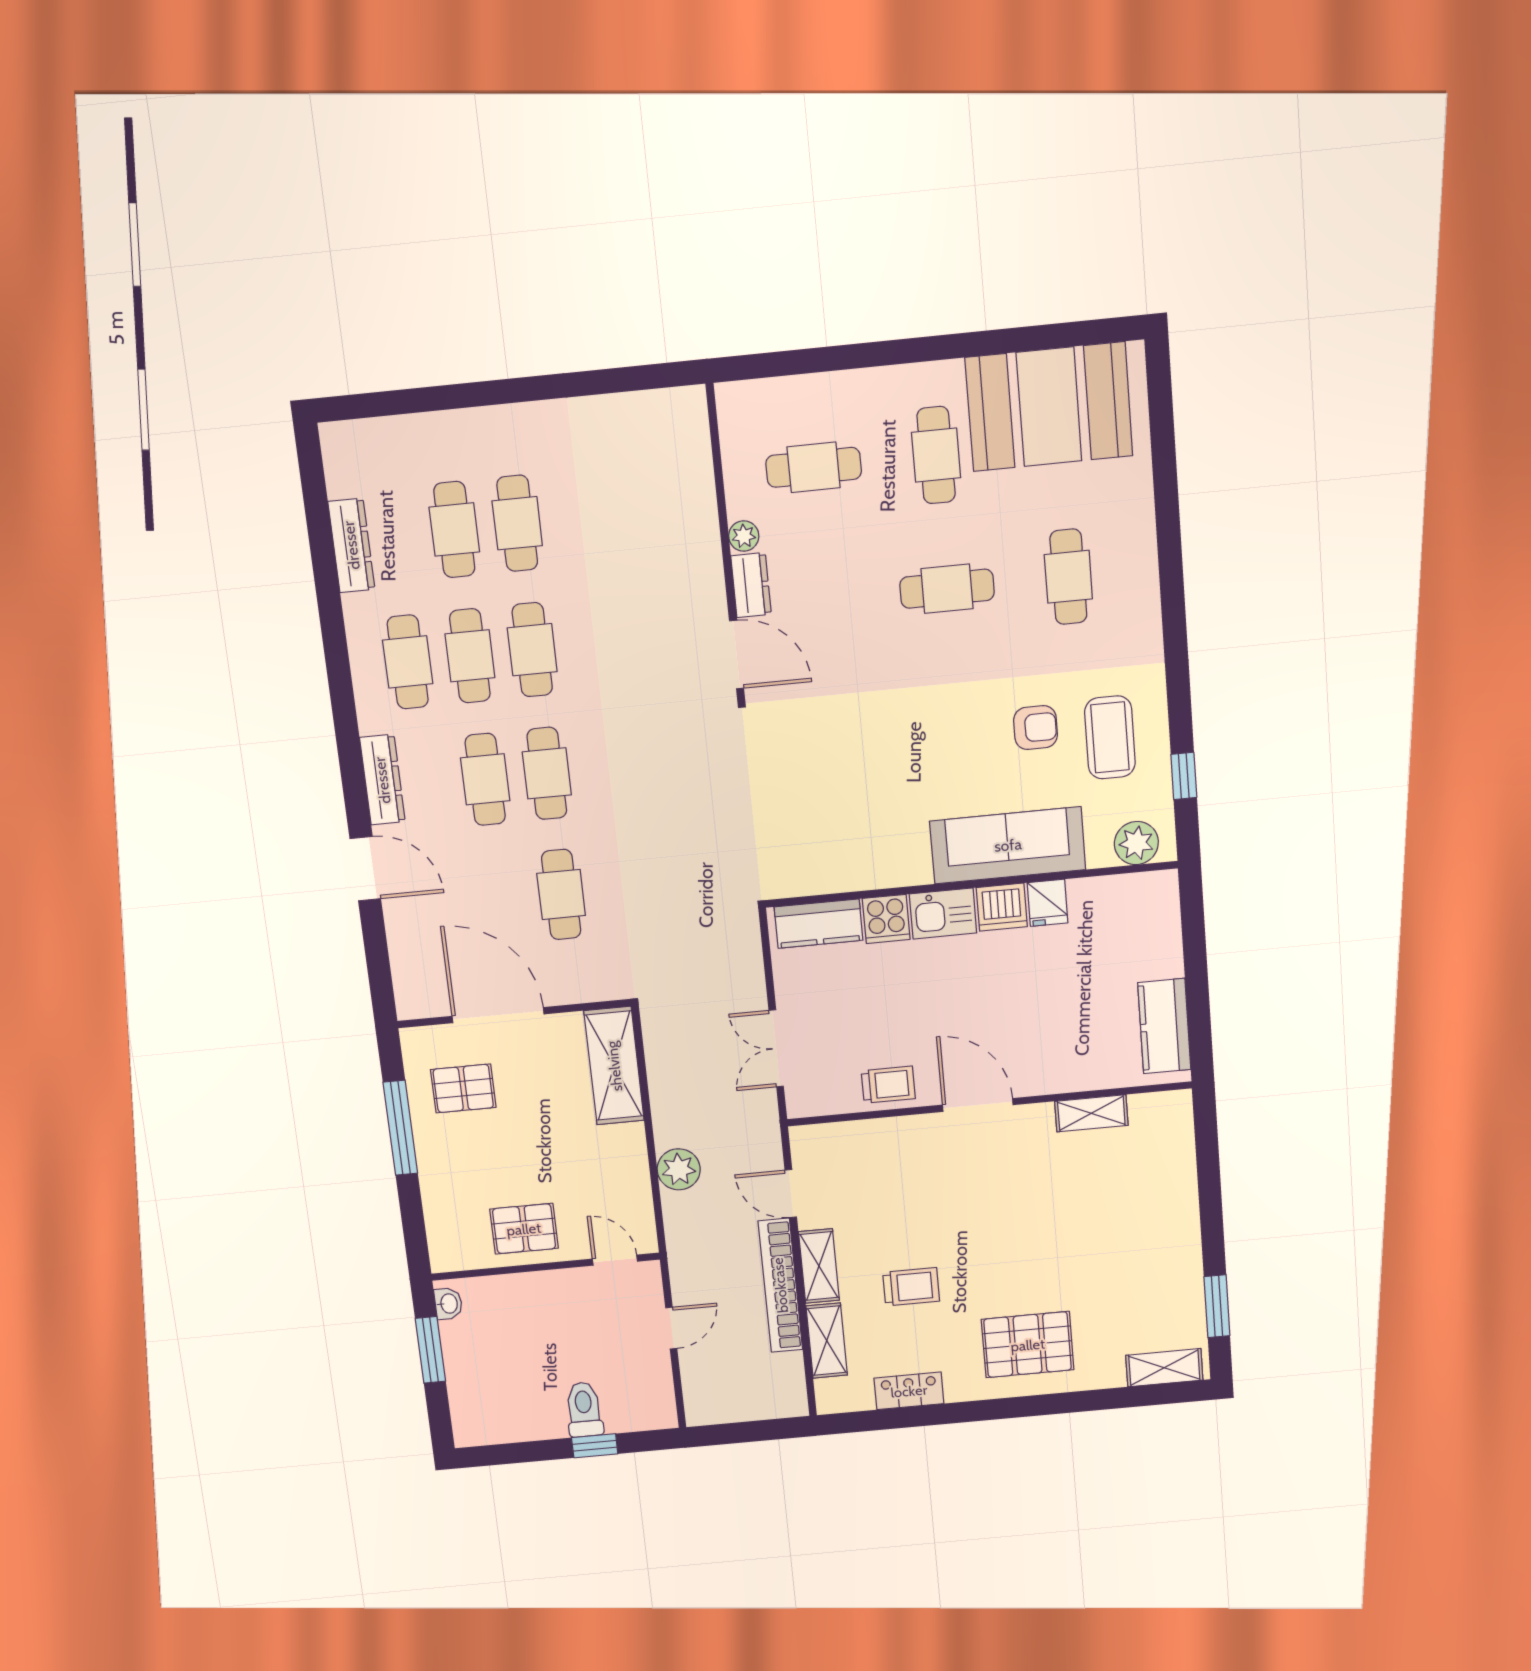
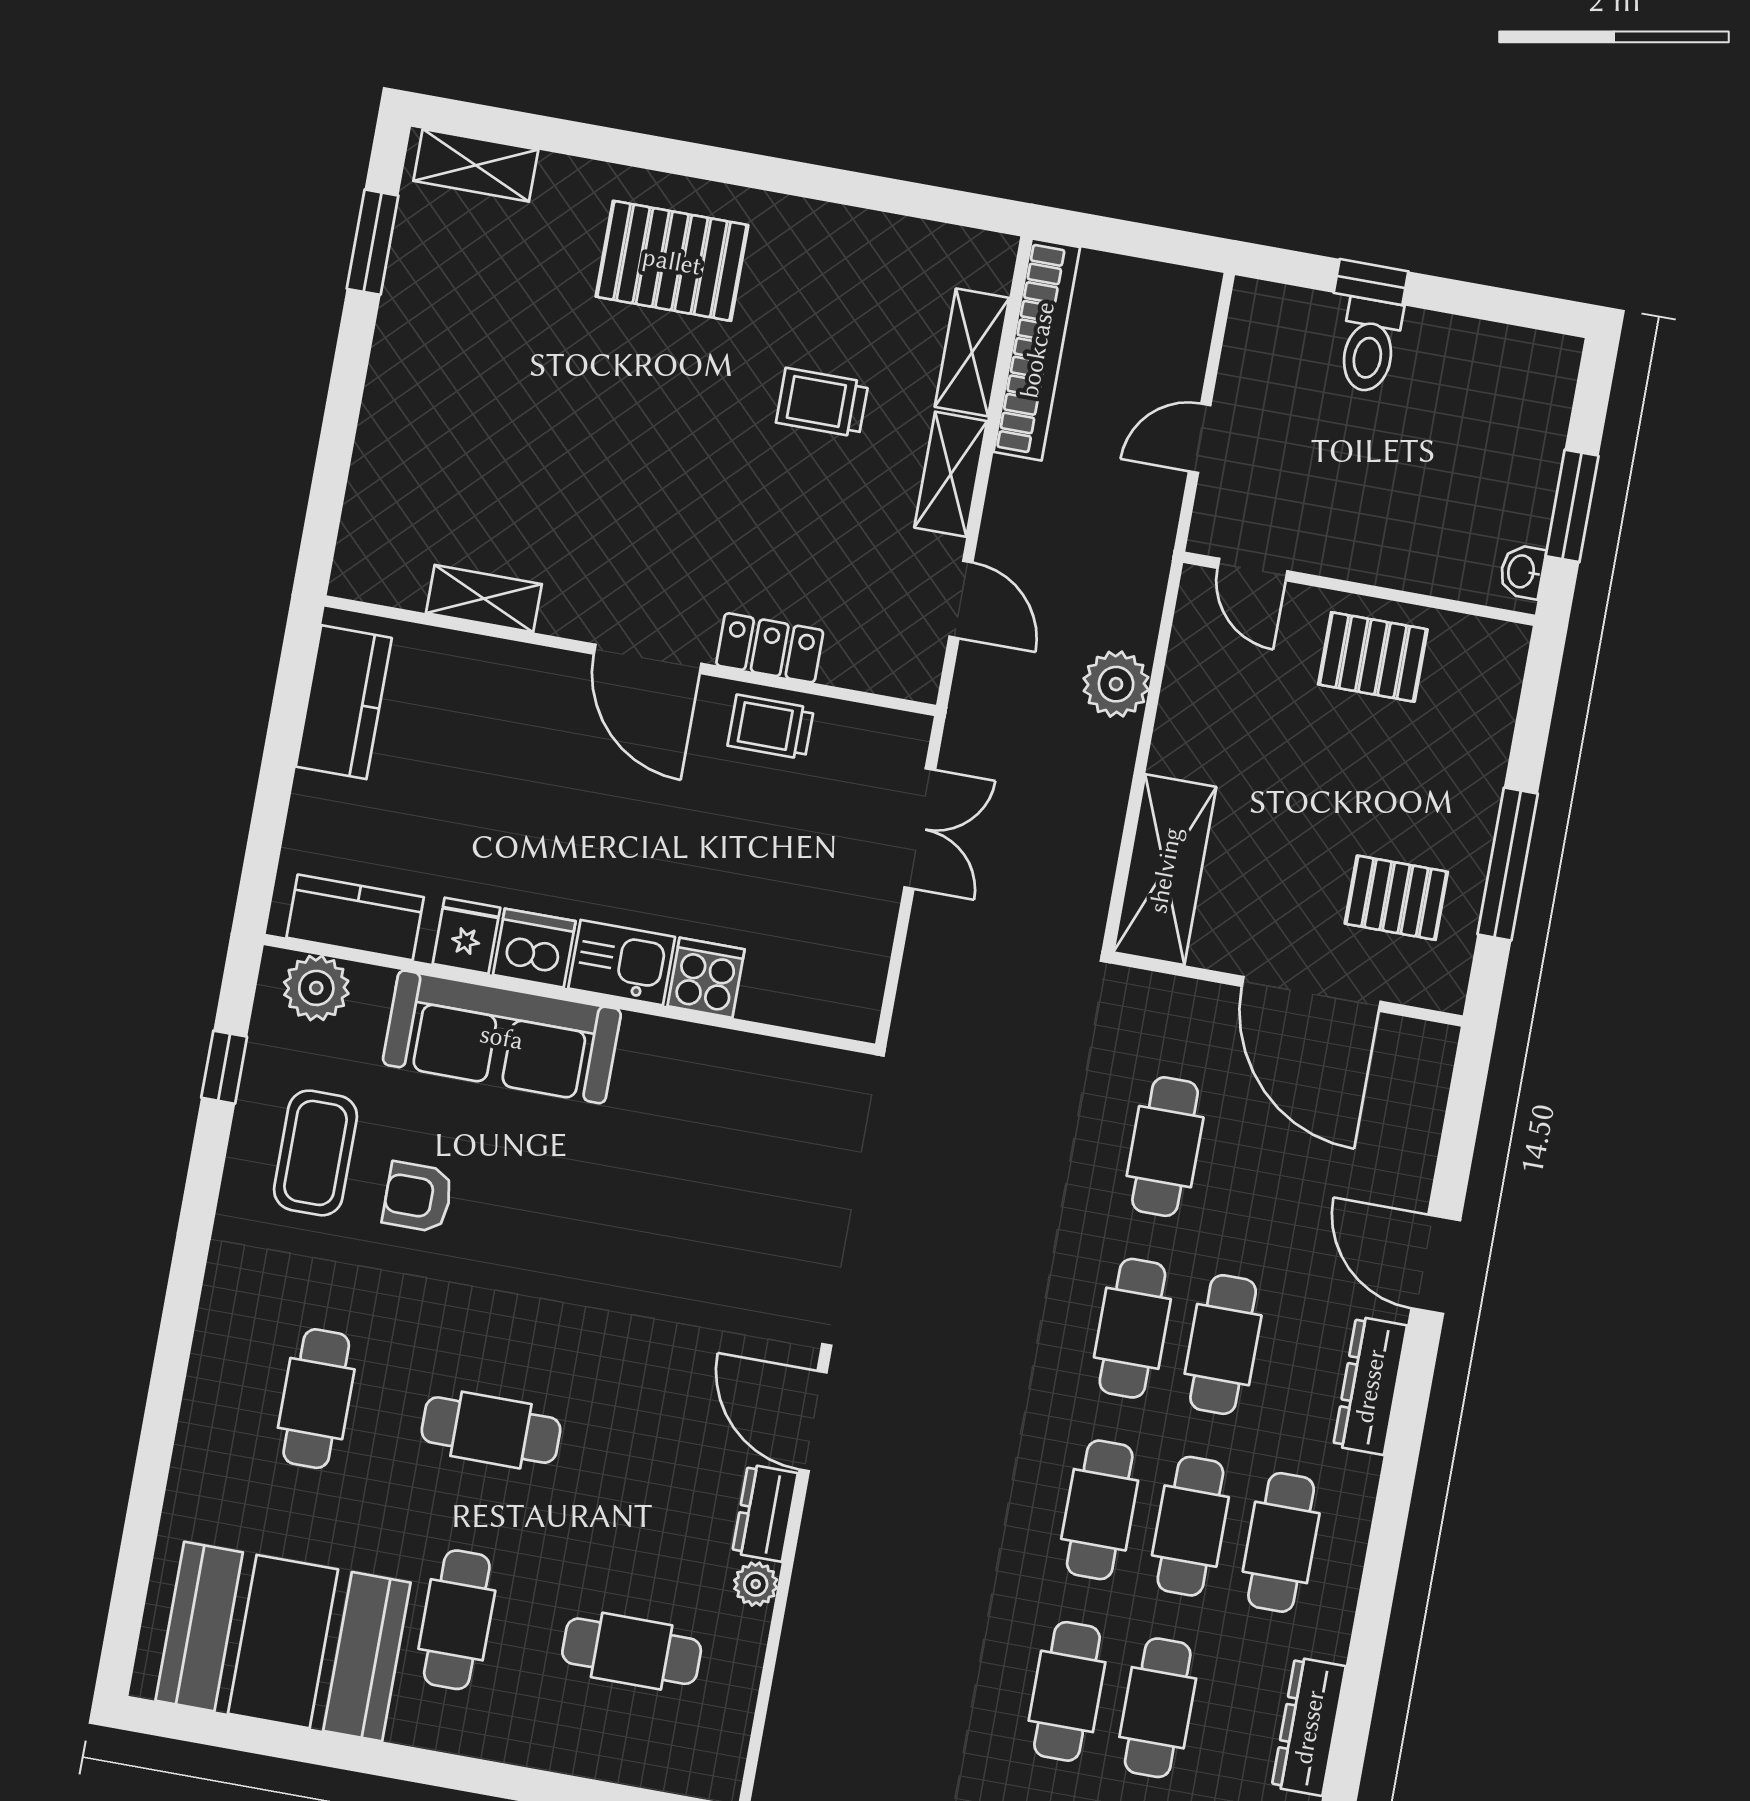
kitchen counter: (819, 924) -> (355, 917), moved
bookcase: (780, 1285) -> (1037, 350), moved
locker: (909, 1391) -> (770, 648), moved, turned 180

